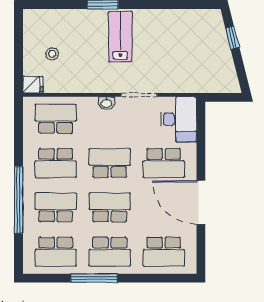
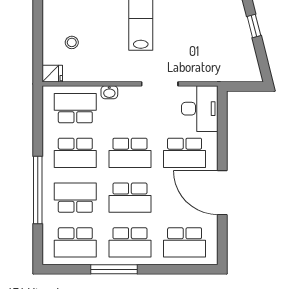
washbasin: (106, 103) -> (109, 92), moved
school desk: (110, 163) -> (130, 153), turned 180
school desk: (110, 207) -> (130, 198), turned 180

